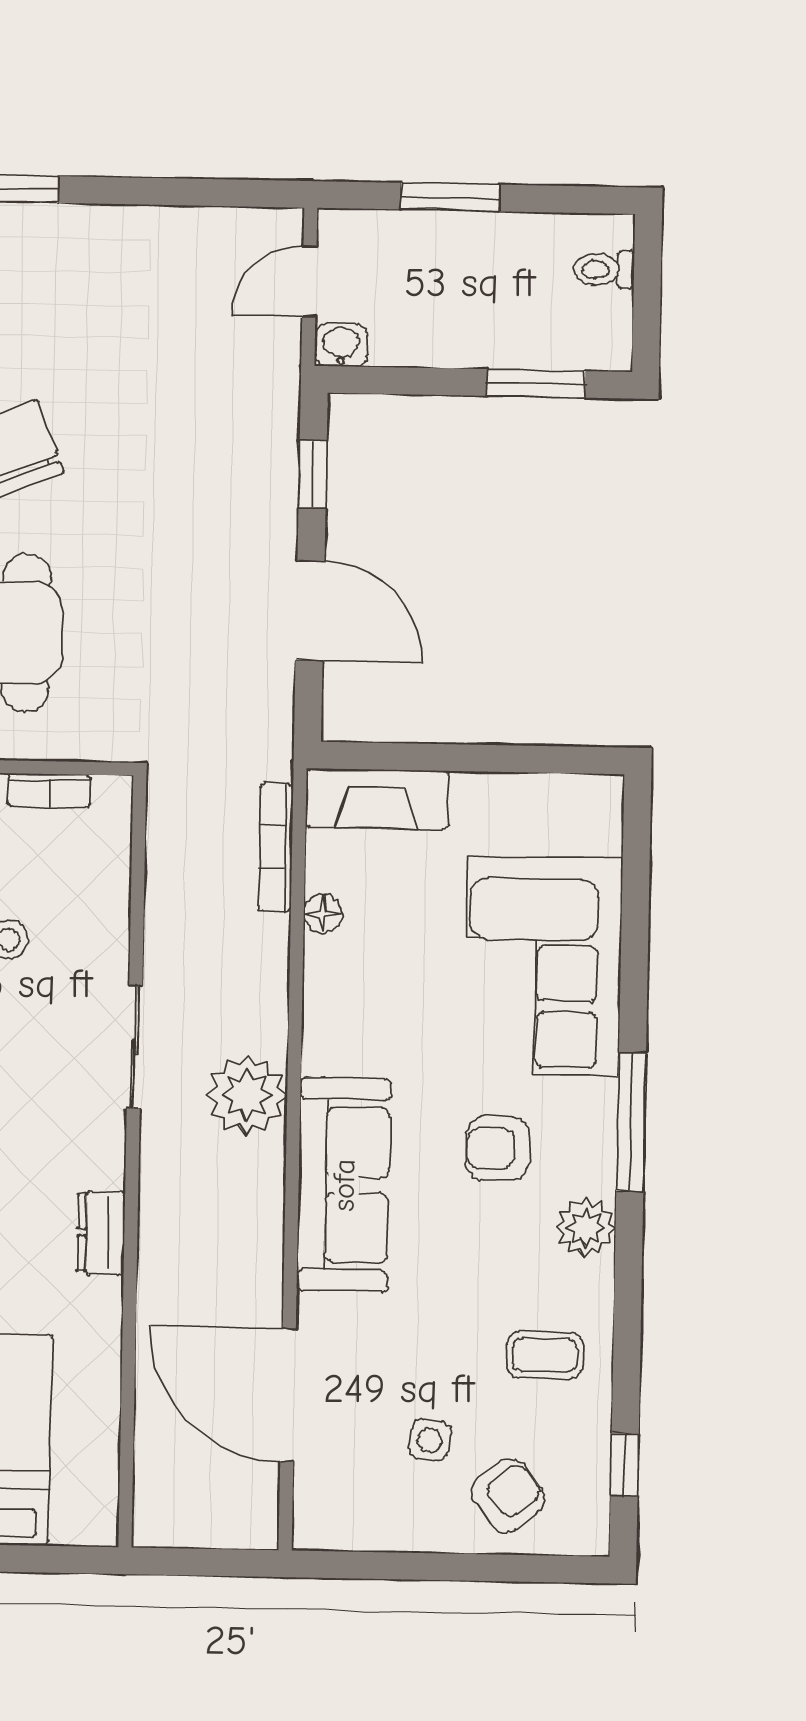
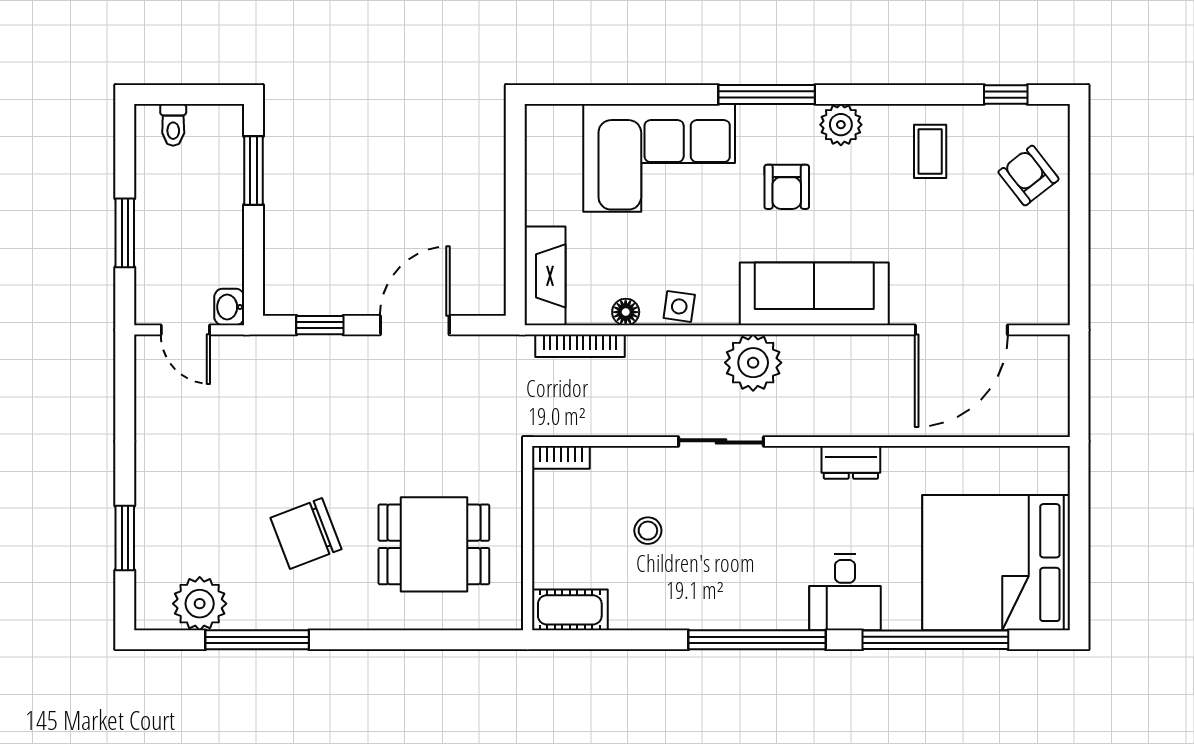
bookcase: (49, 790) -> (561, 457), moved, turned 90
side table: (430, 1440) -> (679, 306), moved

